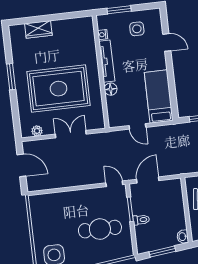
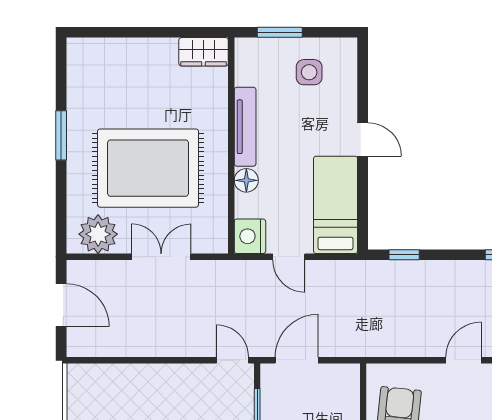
wardrobe: (38, 29) -> (204, 52), moved
nightstand: (103, 35) -> (250, 236), moved, width x1.89, depth x1.79
door: (167, 42) -> (363, 139), moved
plant: (37, 131) -> (98, 234), width x1.88, depth x1.88

